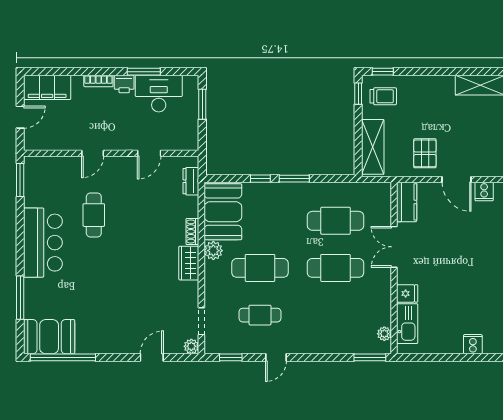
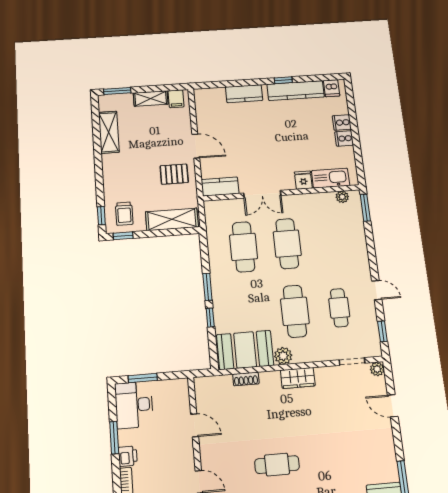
desk: (159, 94) -> (134, 405), moved
trolley: (383, 96) -> (124, 214), turned 180
door: (457, 179) -> (196, 146), hinge flipped
dresser: (191, 181) -> (218, 383), removed
cooker: (484, 192) -> (344, 138), moved, turned 180
cafe table: (94, 215) -> (277, 465), moved
shoe rack: (192, 231) -> (246, 379), moved

